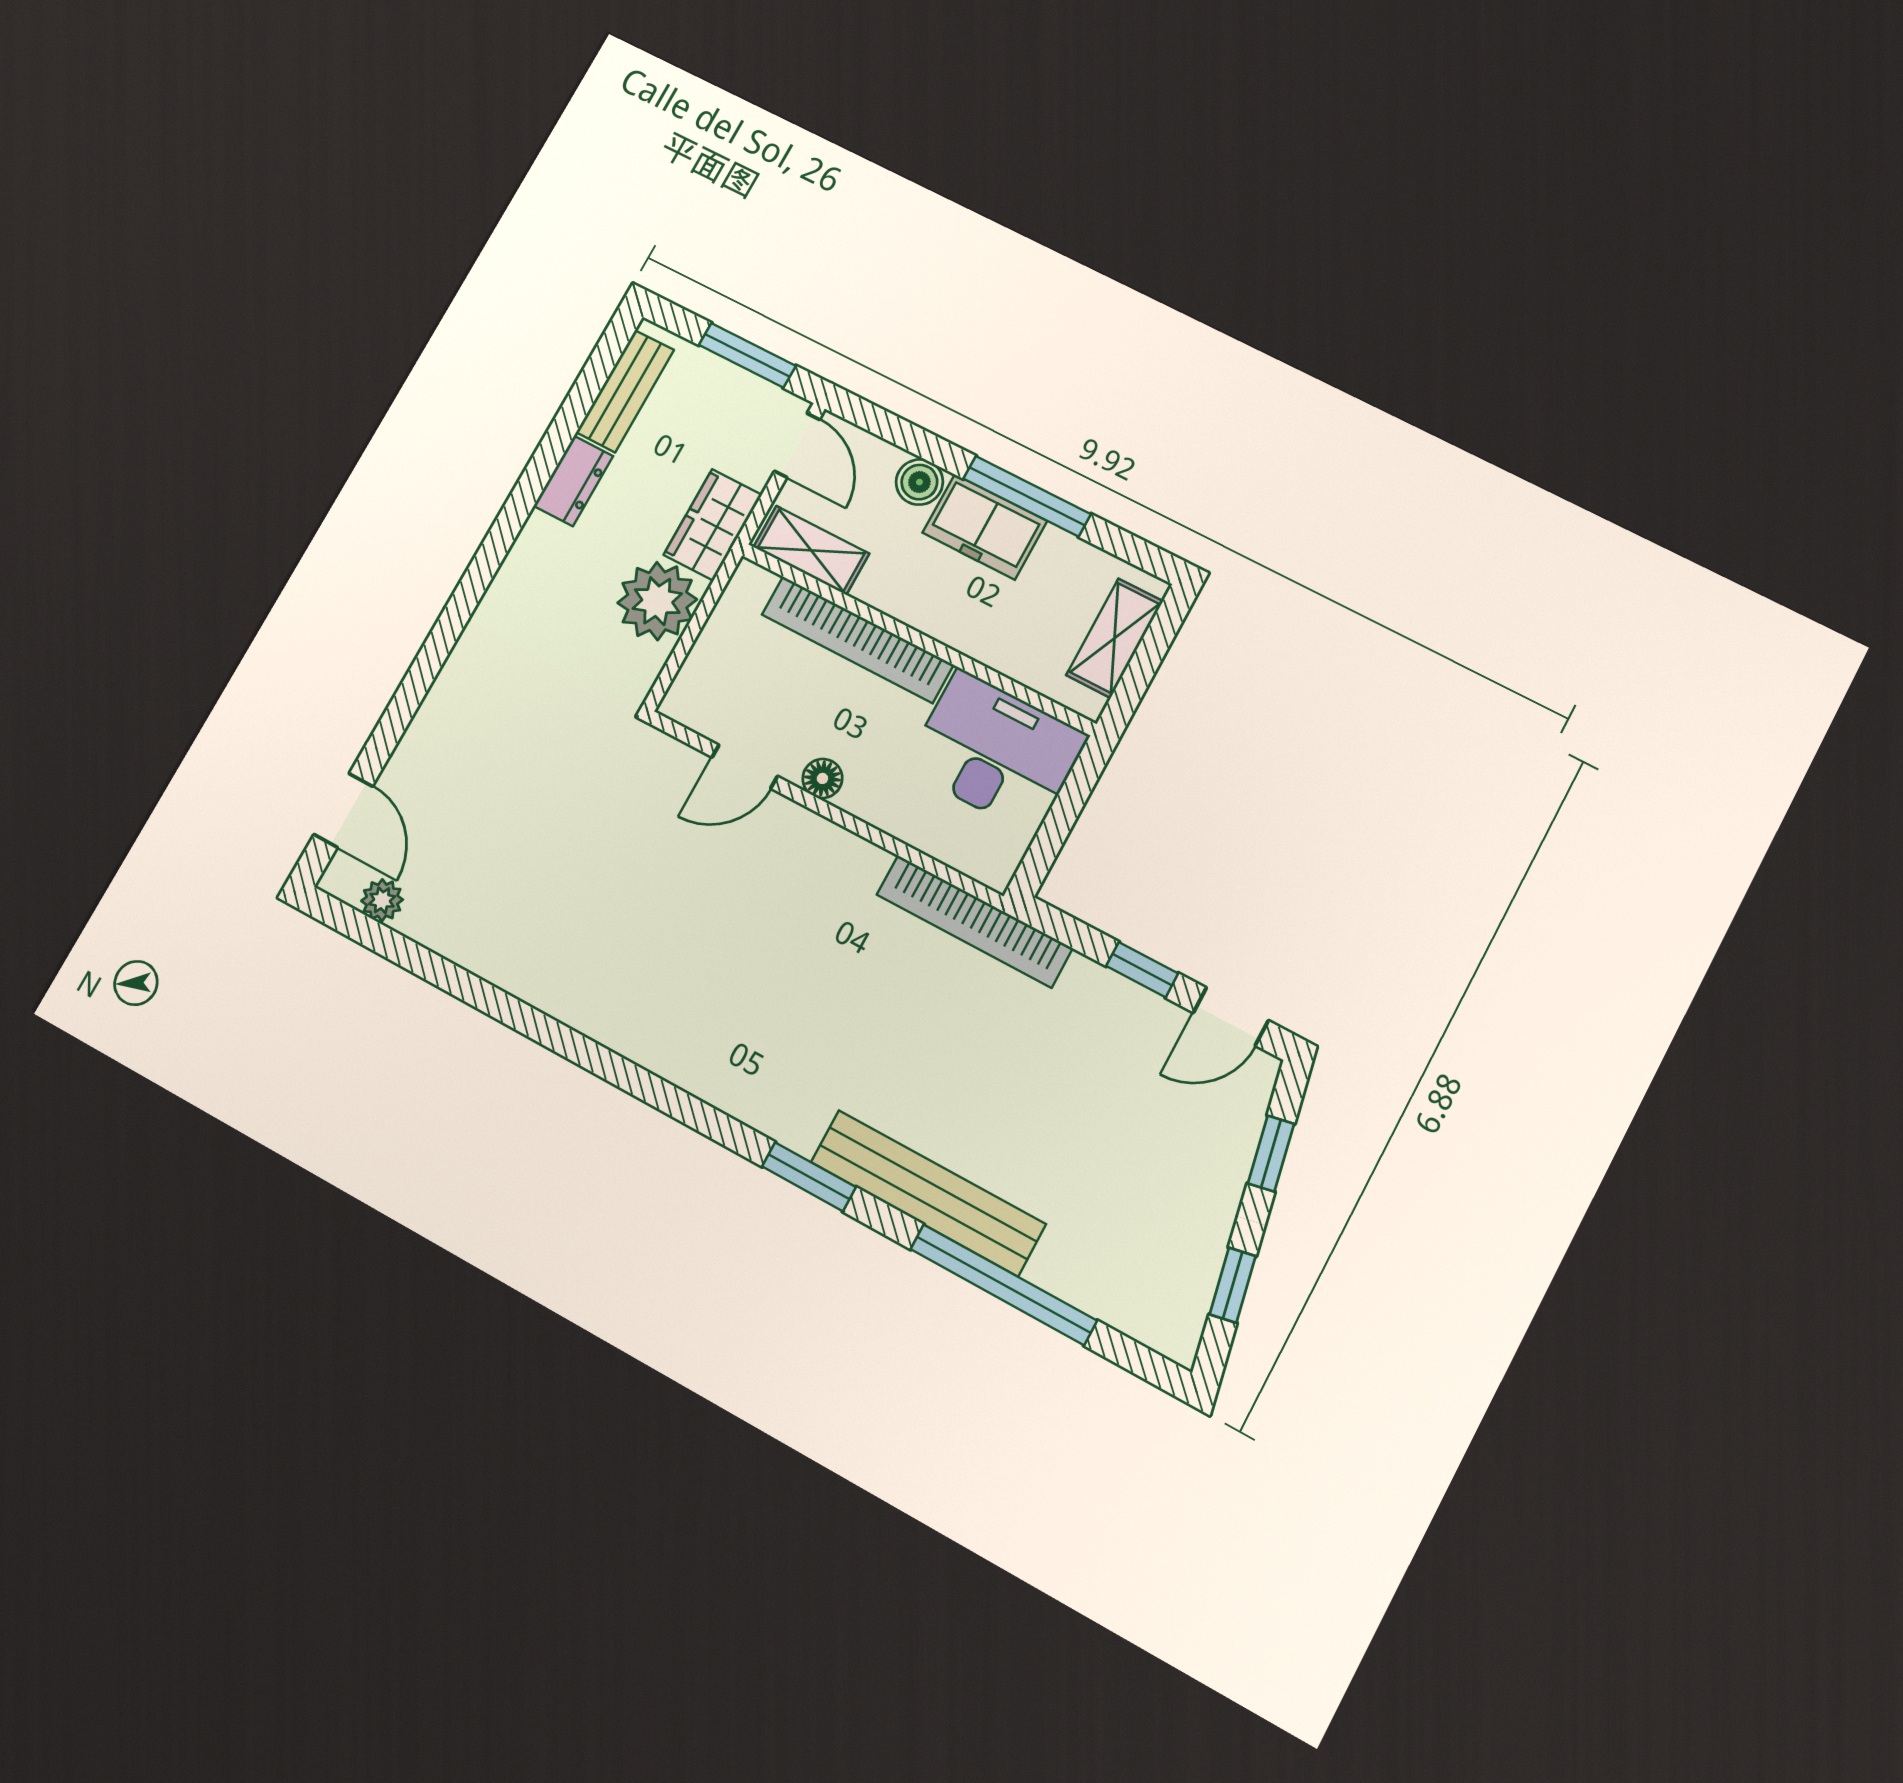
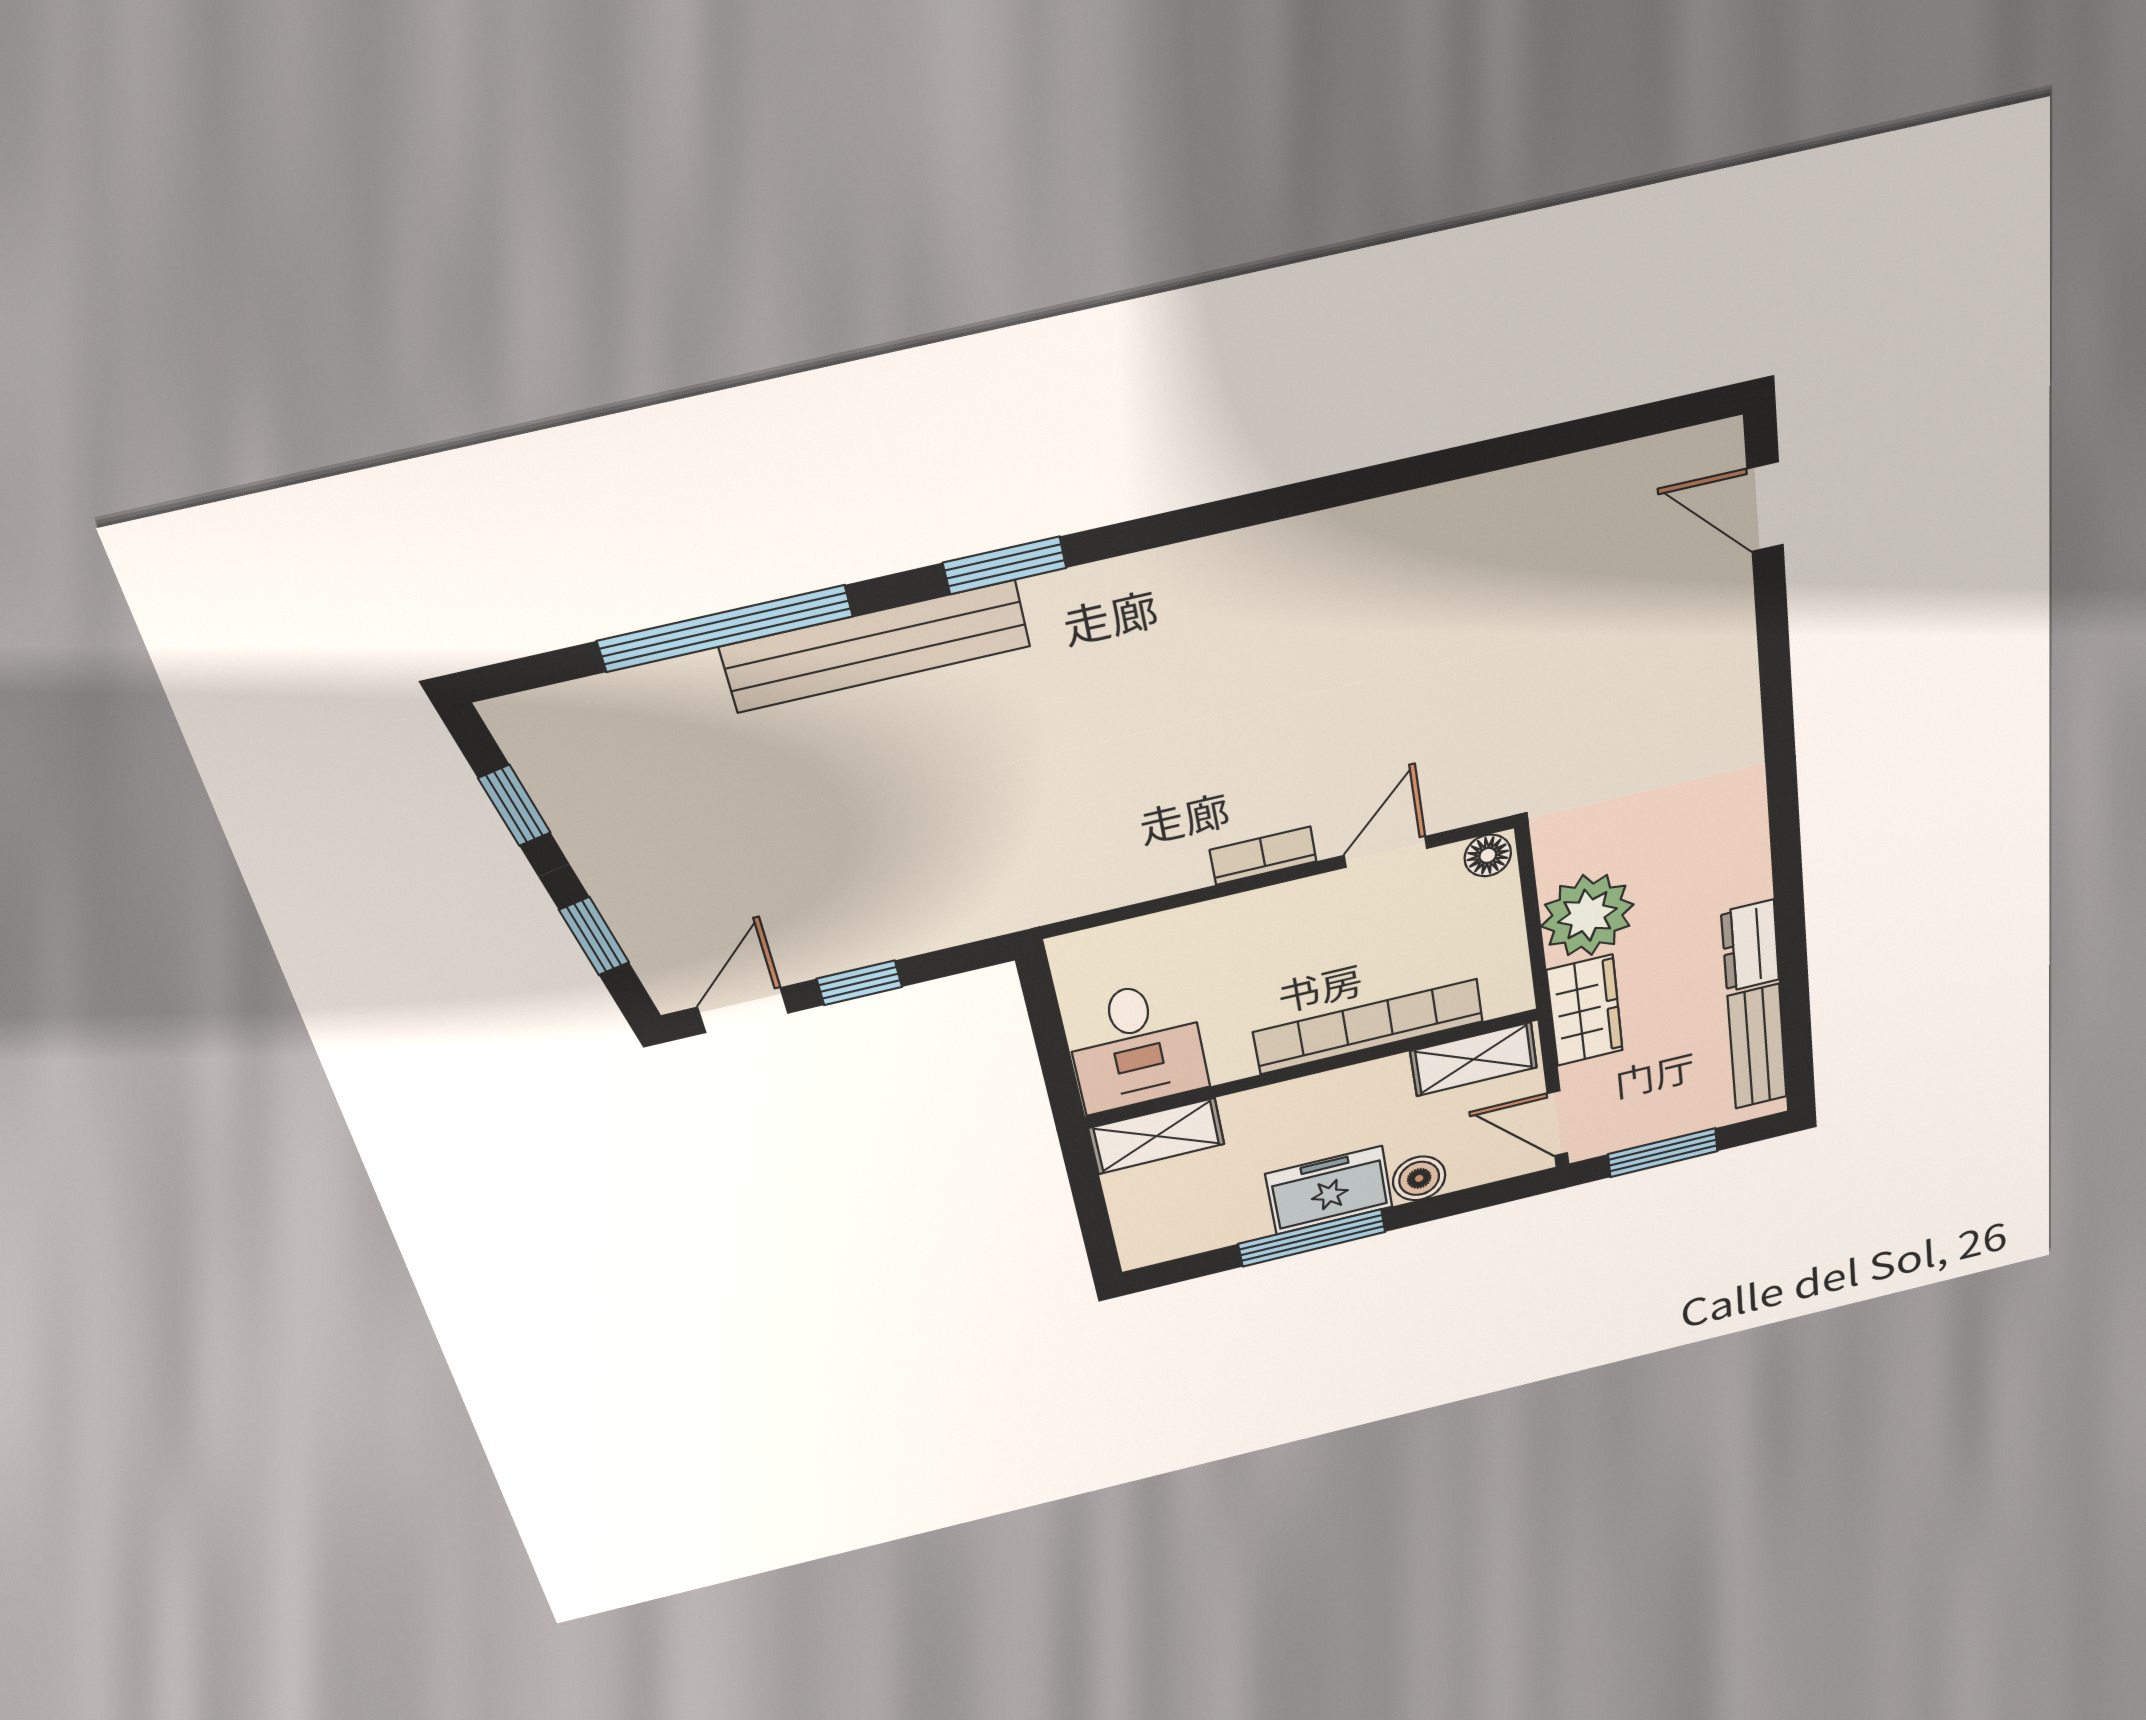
shelving: (1115, 638) -> (1156, 1136), moved, turned 90
desk: (995, 752) -> (1136, 1046), width x0.73
floor lamp: (822, 778) -> (1488, 855), moved
plant: (382, 900) -> (1659, 459), removed
bookcase: (974, 921) -> (1263, 856), moved, width x0.43, depth x0.76

